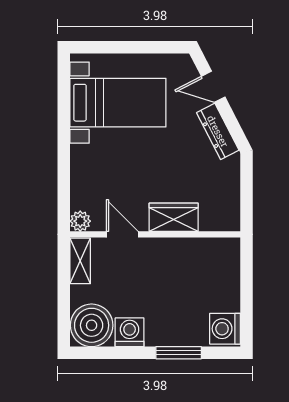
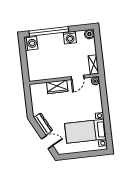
door: (122, 234) -> (78, 77), hinge flipped
boiler: (92, 325) -> (89, 34), width x0.54, depth x0.54
window: (179, 353) -> (49, 31), width x2.11

